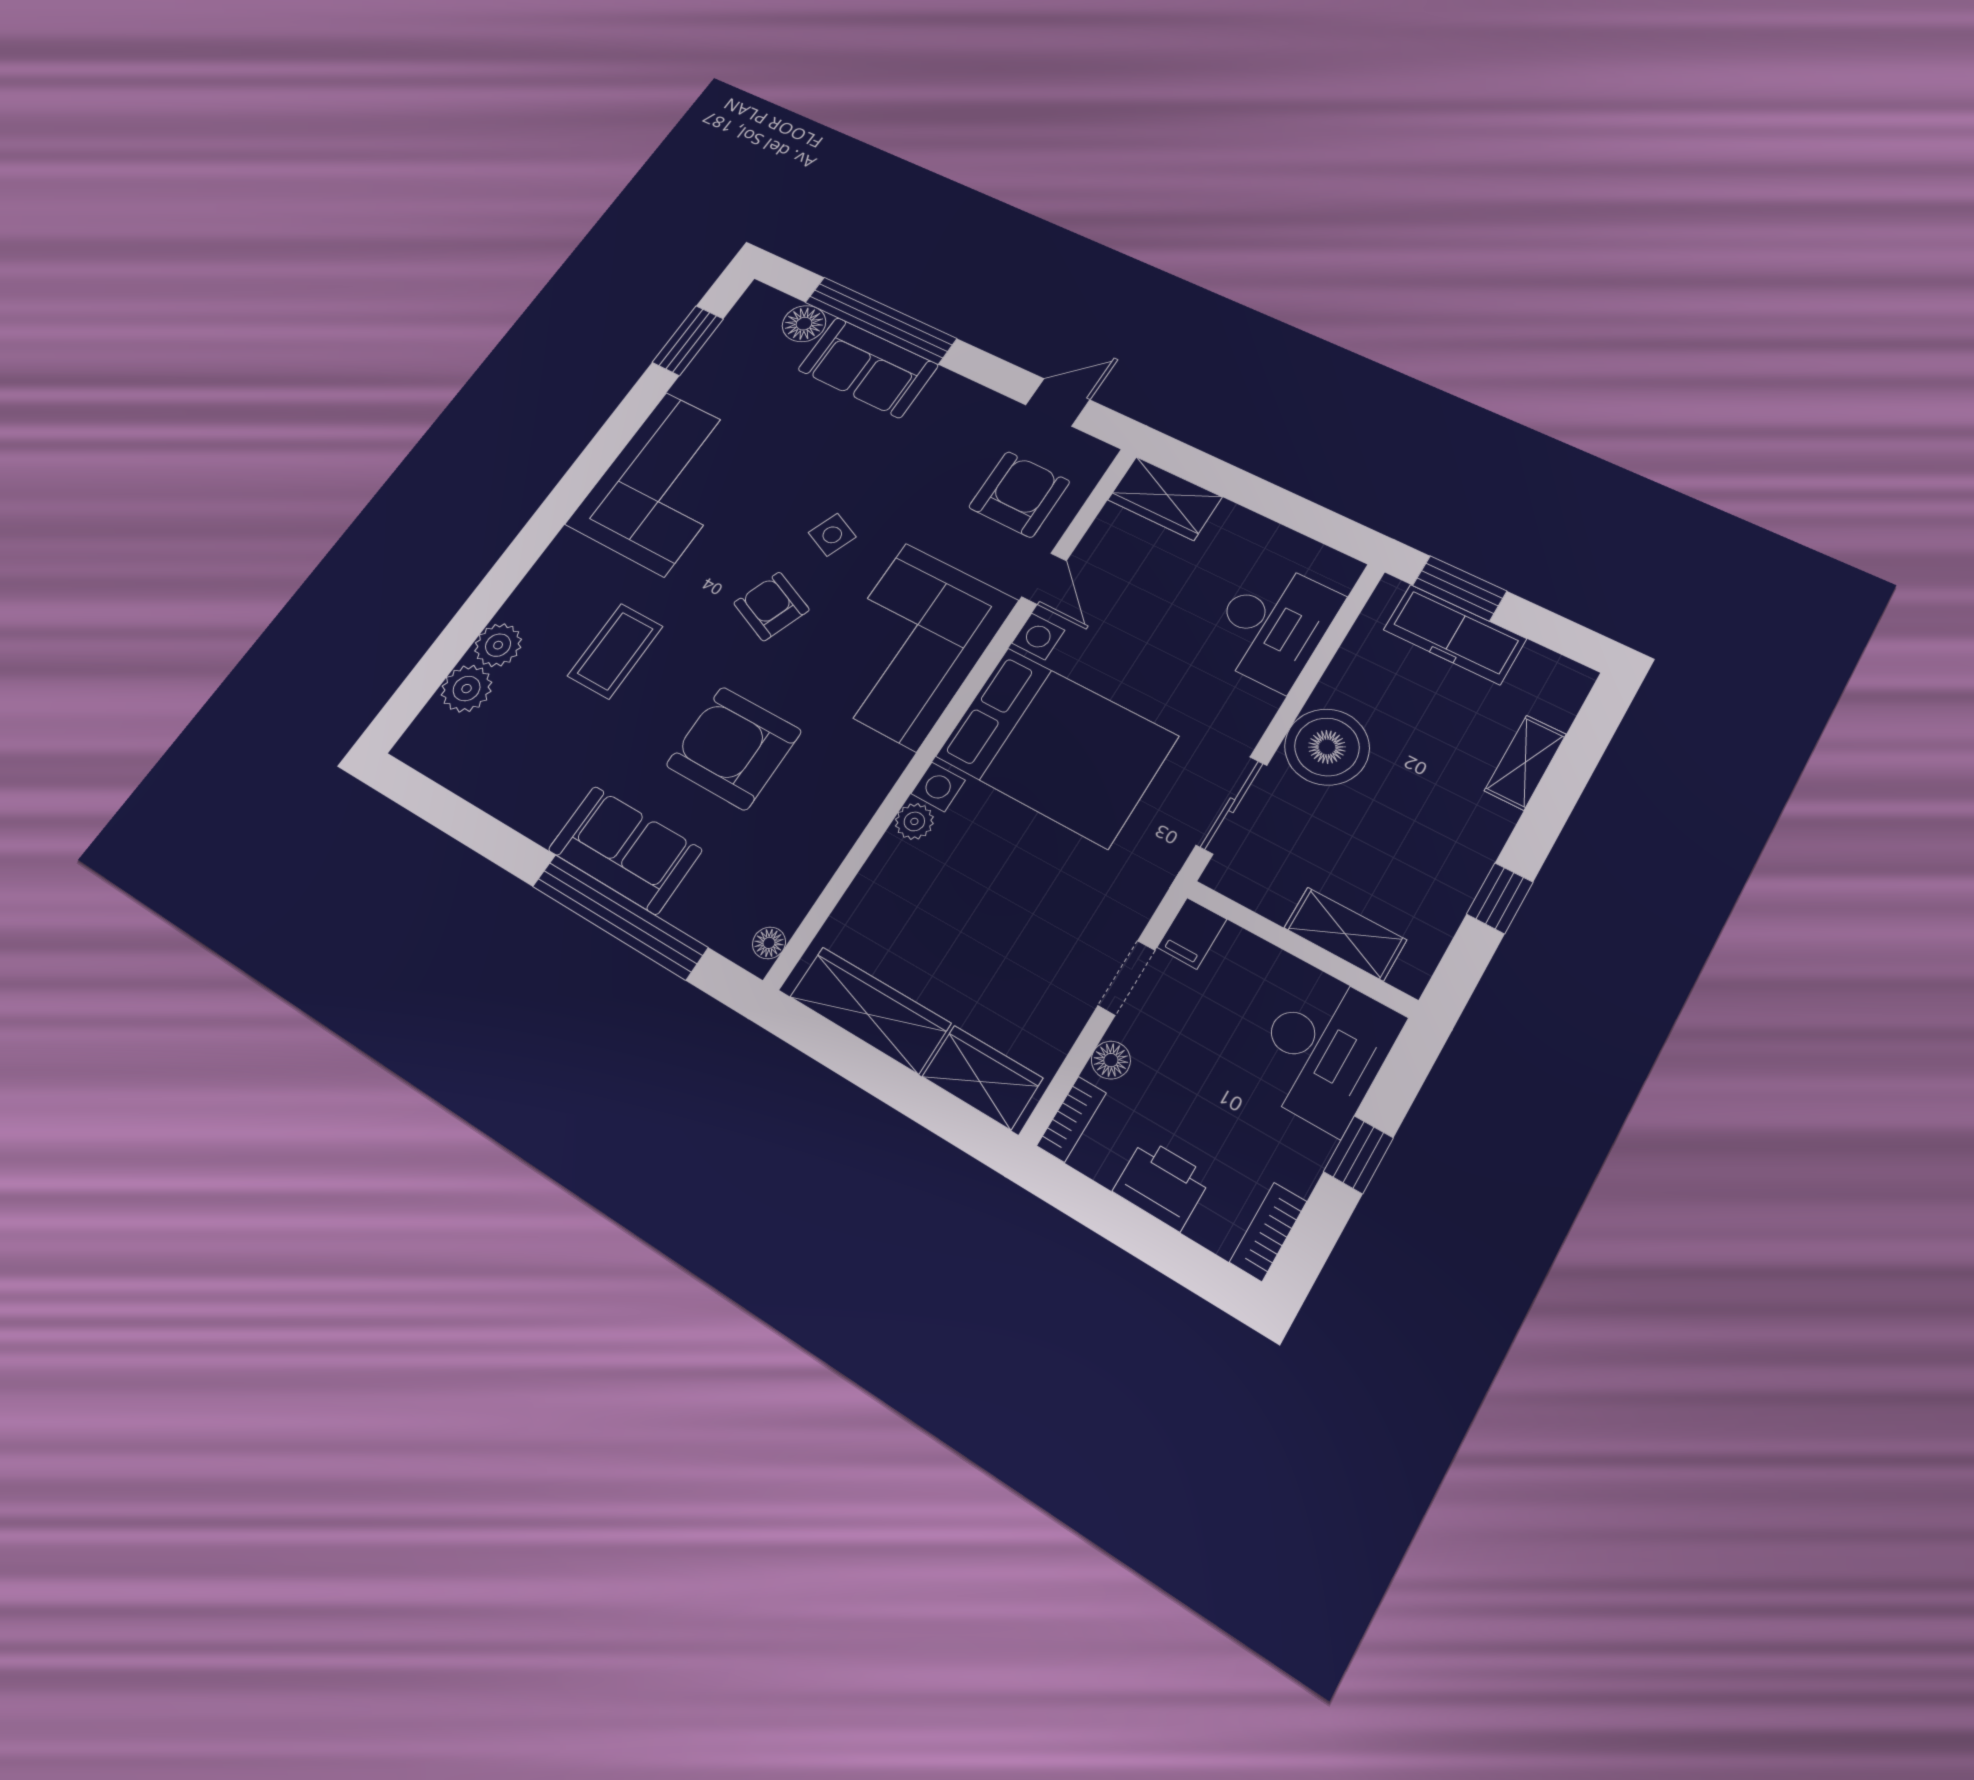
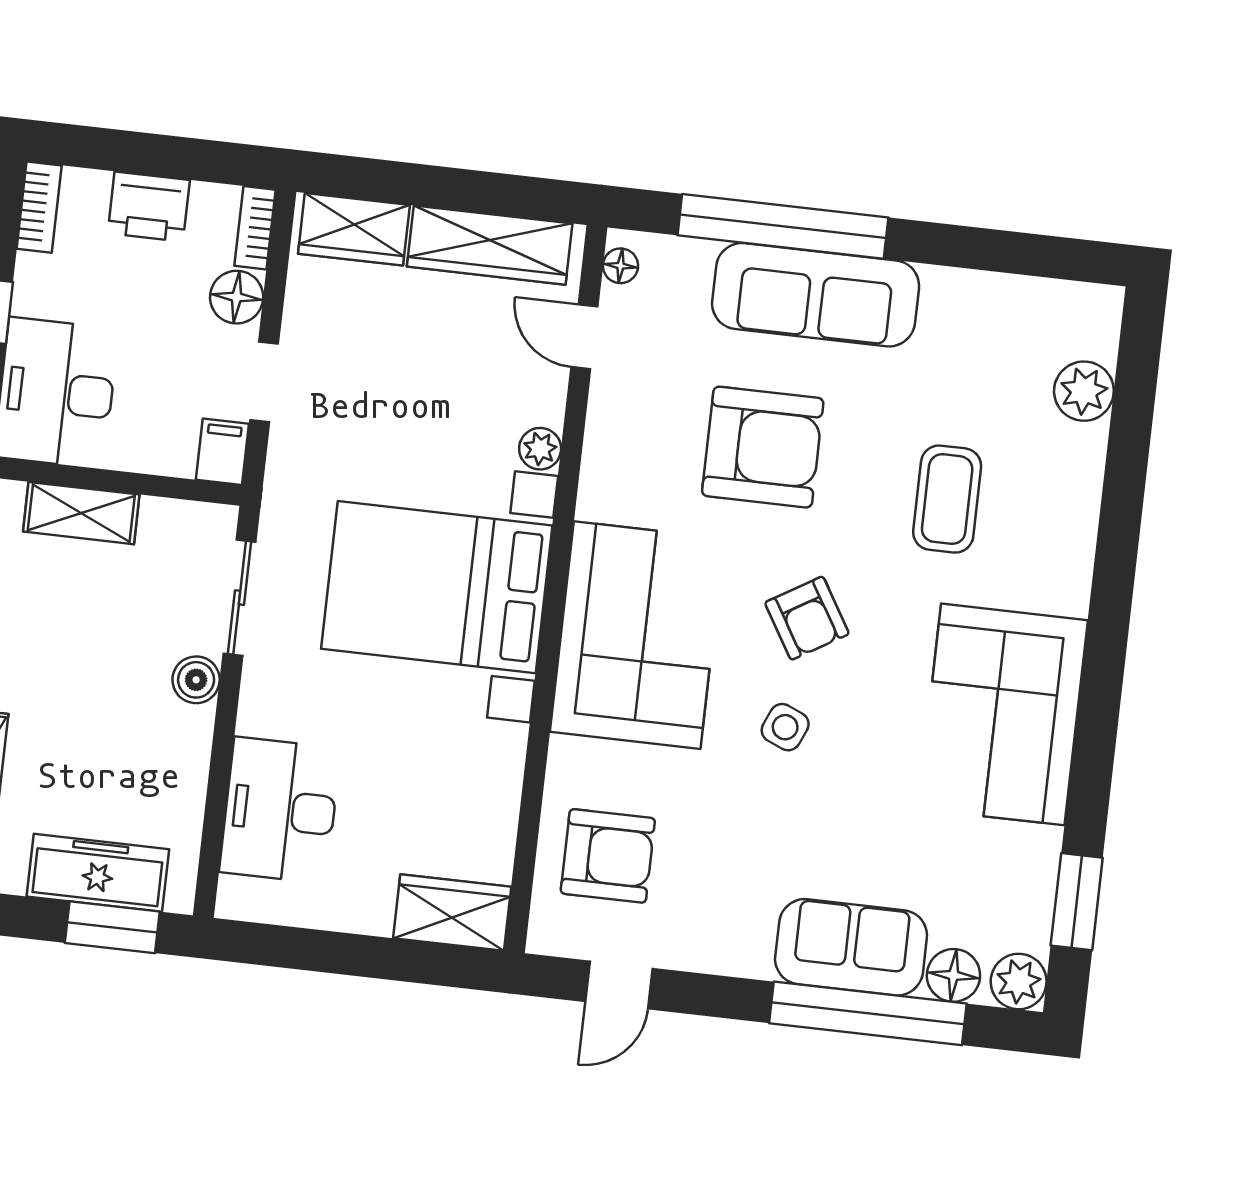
armchair: (1019, 494) -> (608, 856), turned -90
door: (1044, 579) -> (584, 337), moved
armchair: (771, 606) -> (807, 618), turned 37
plant: (498, 645) -> (1019, 982), moved
boiler: (1327, 747) -> (196, 680), width x0.54, depth x0.54
sofa: (625, 850) -> (816, 295), width x1.36
floor lamp: (1111, 1060) -> (237, 297), width x1.37, depth x1.37

